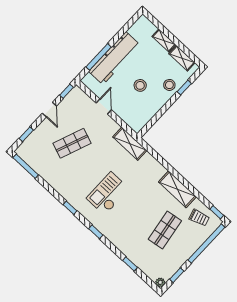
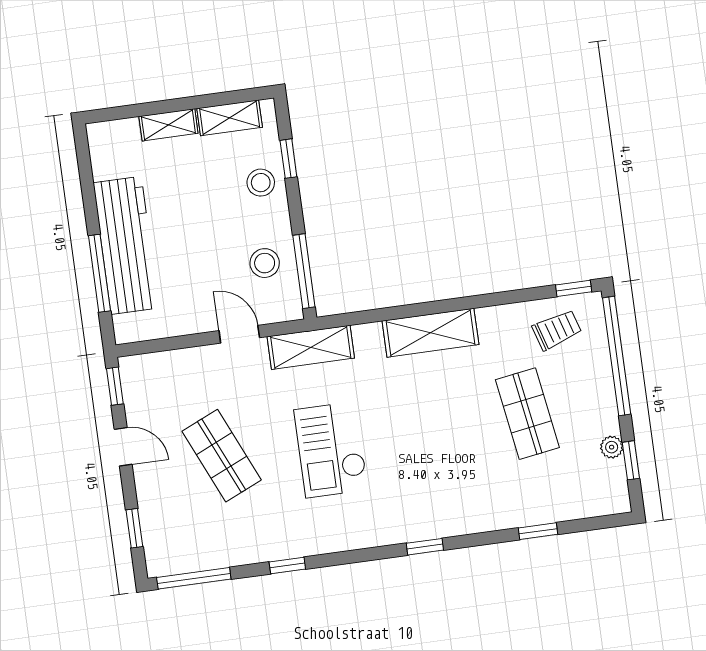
stool: (140, 85) -> (265, 263), moved
door: (104, 106) -> (239, 334), moved
window: (152, 122) -> (304, 271), added
shop shelf: (72, 143) -> (222, 456), turned -45
shelving: (177, 189) -> (430, 333), moved
checkout: (108, 194) -> (331, 450), moved
window: (70, 208) -> (287, 566), moved
plant: (160, 282) -> (612, 447), moved

